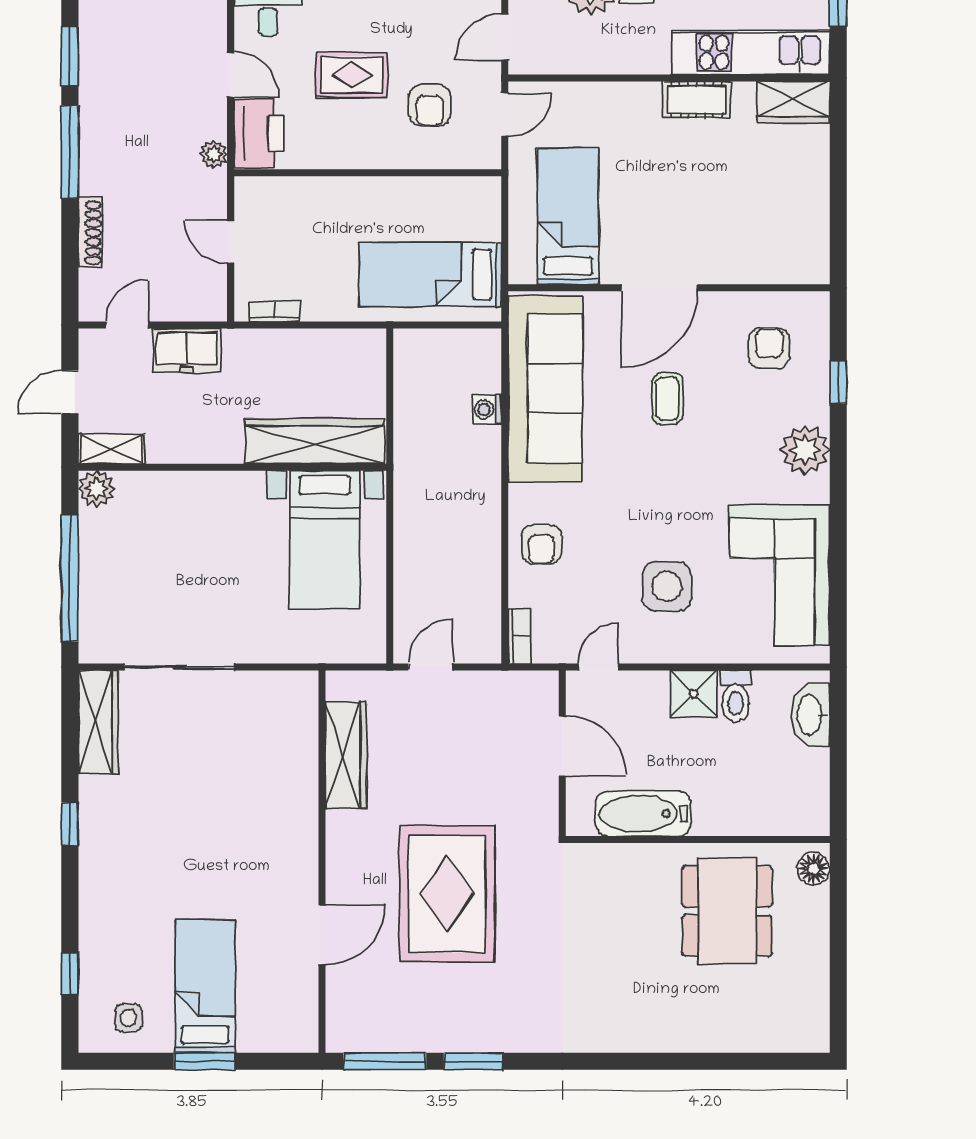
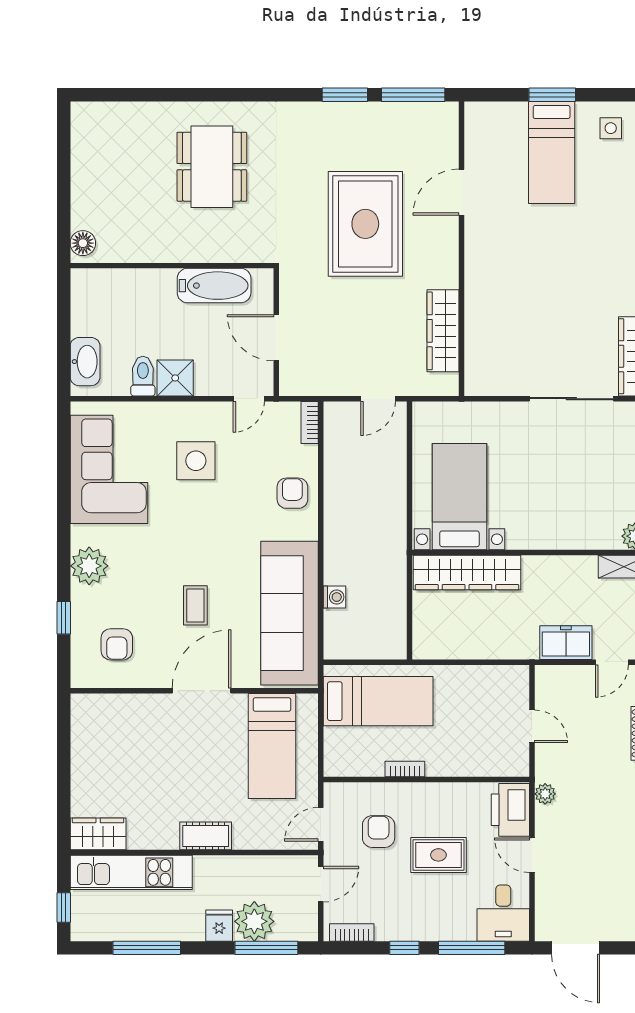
cot: (696, 100) -> (206, 836), moved
bookcase: (274, 311) -> (405, 769), moved, turned 180
dining table: (727, 911) -> (212, 167), moved

